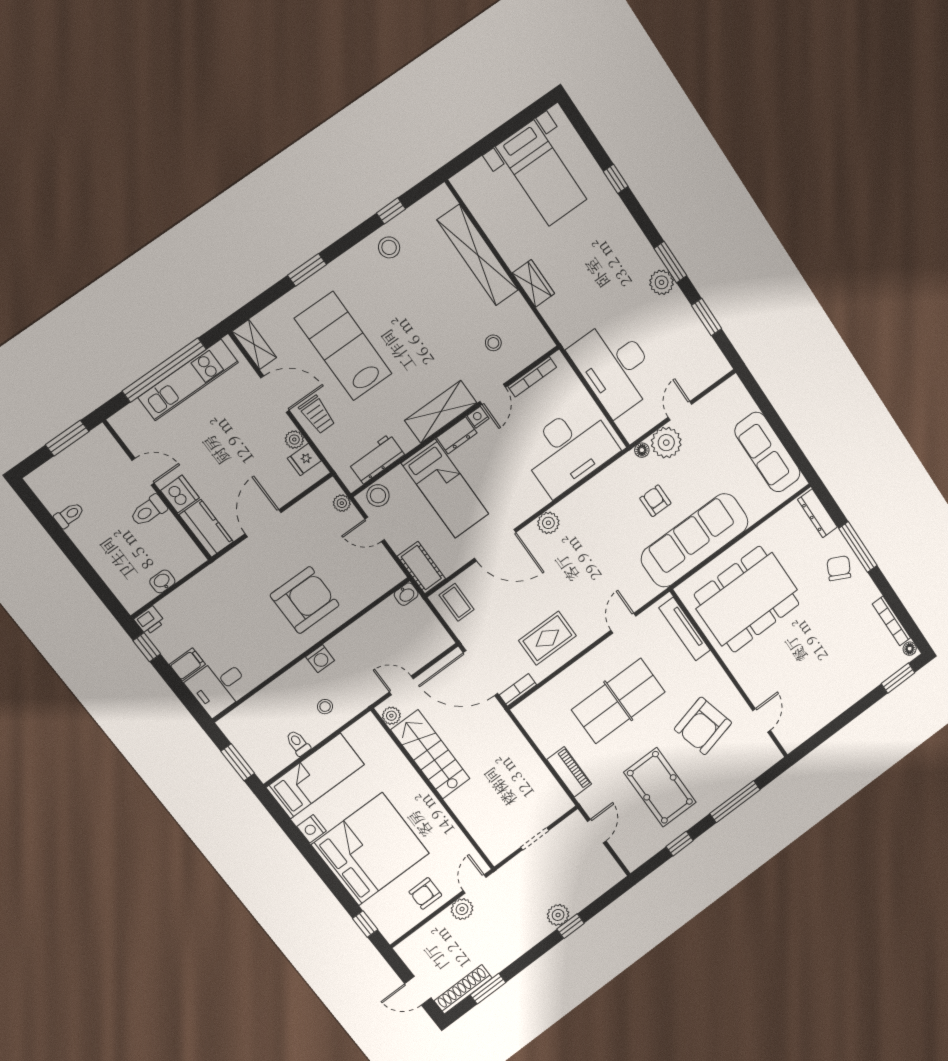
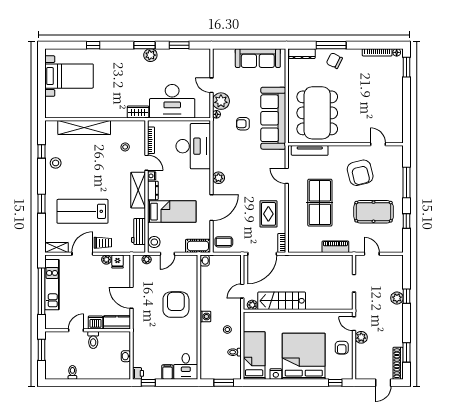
wardrobe: (533, 283) -> (138, 112), moved

